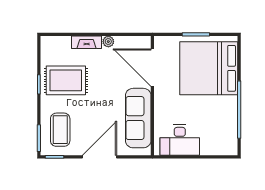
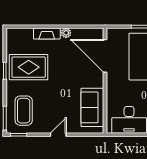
sofa: (138, 118) -> (92, 107), width x0.73
door: (99, 157) -> (58, 135), width x0.53

